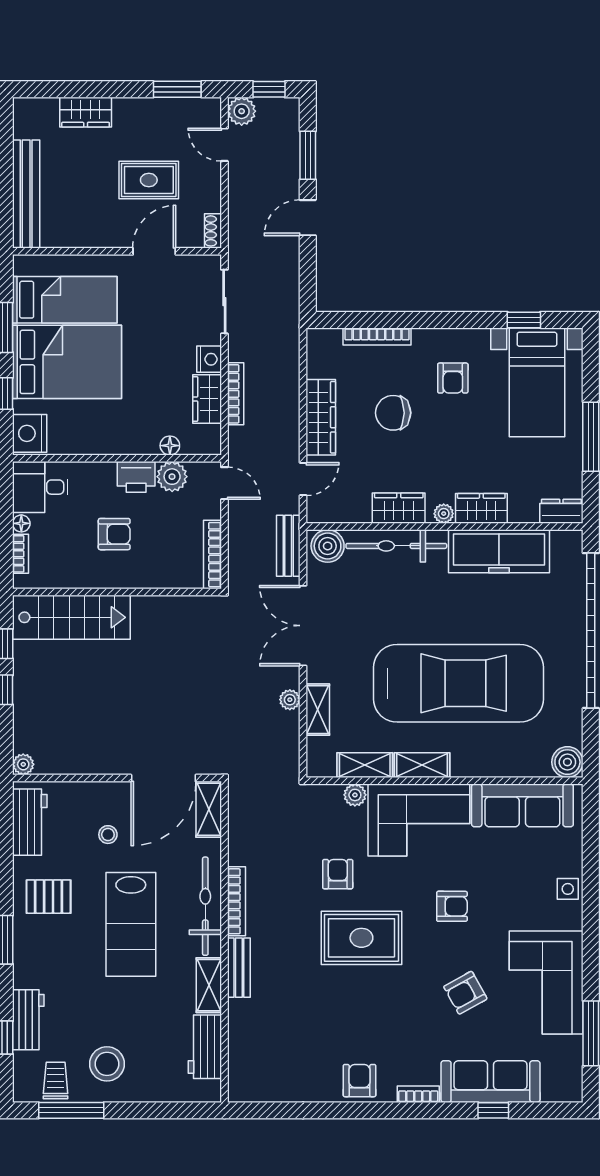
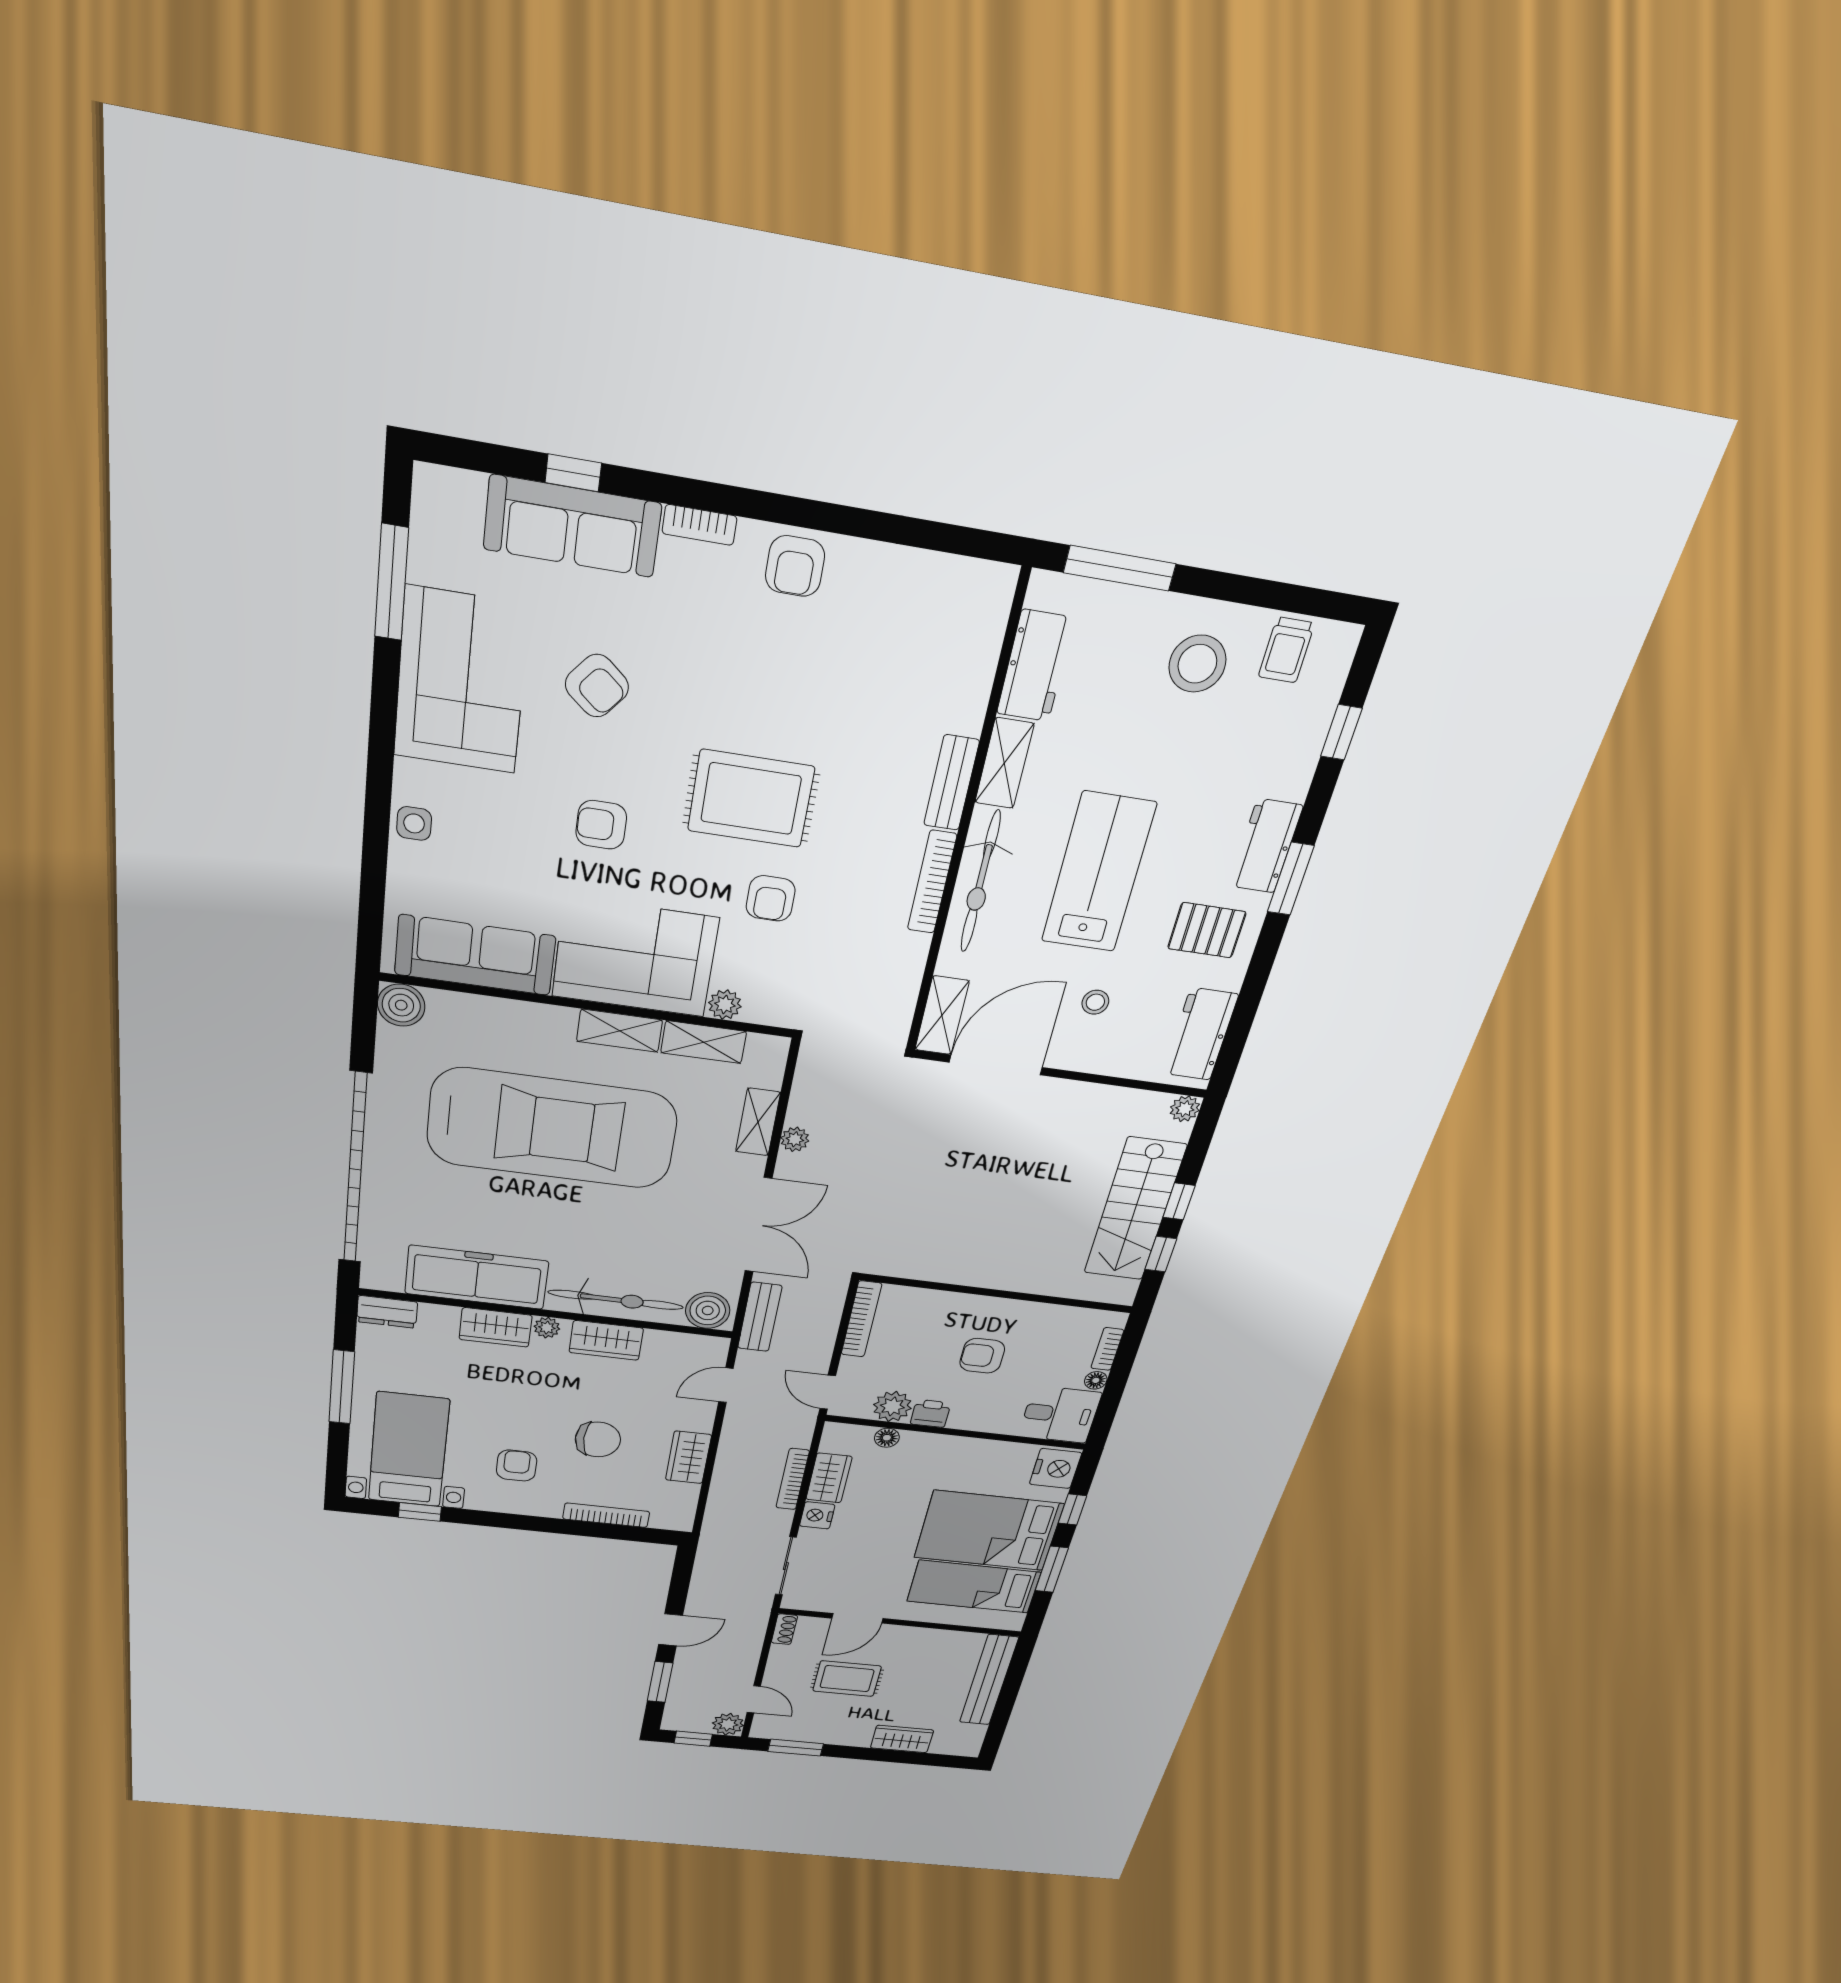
wardrobe: (321, 417) -> (688, 1457), width x0.67
printer: (136, 477) -> (930, 1413), width x0.73, depth x0.81
stairs: (71, 617) -> (1135, 1209), moved, turned -90
car: (458, 683) -> (552, 1129), turned 180
armchair: (465, 993) -> (597, 686), turned 69
workbench: (28, 1020) -> (1266, 846), moved
window: (71, 1110) -> (1120, 568), moved

